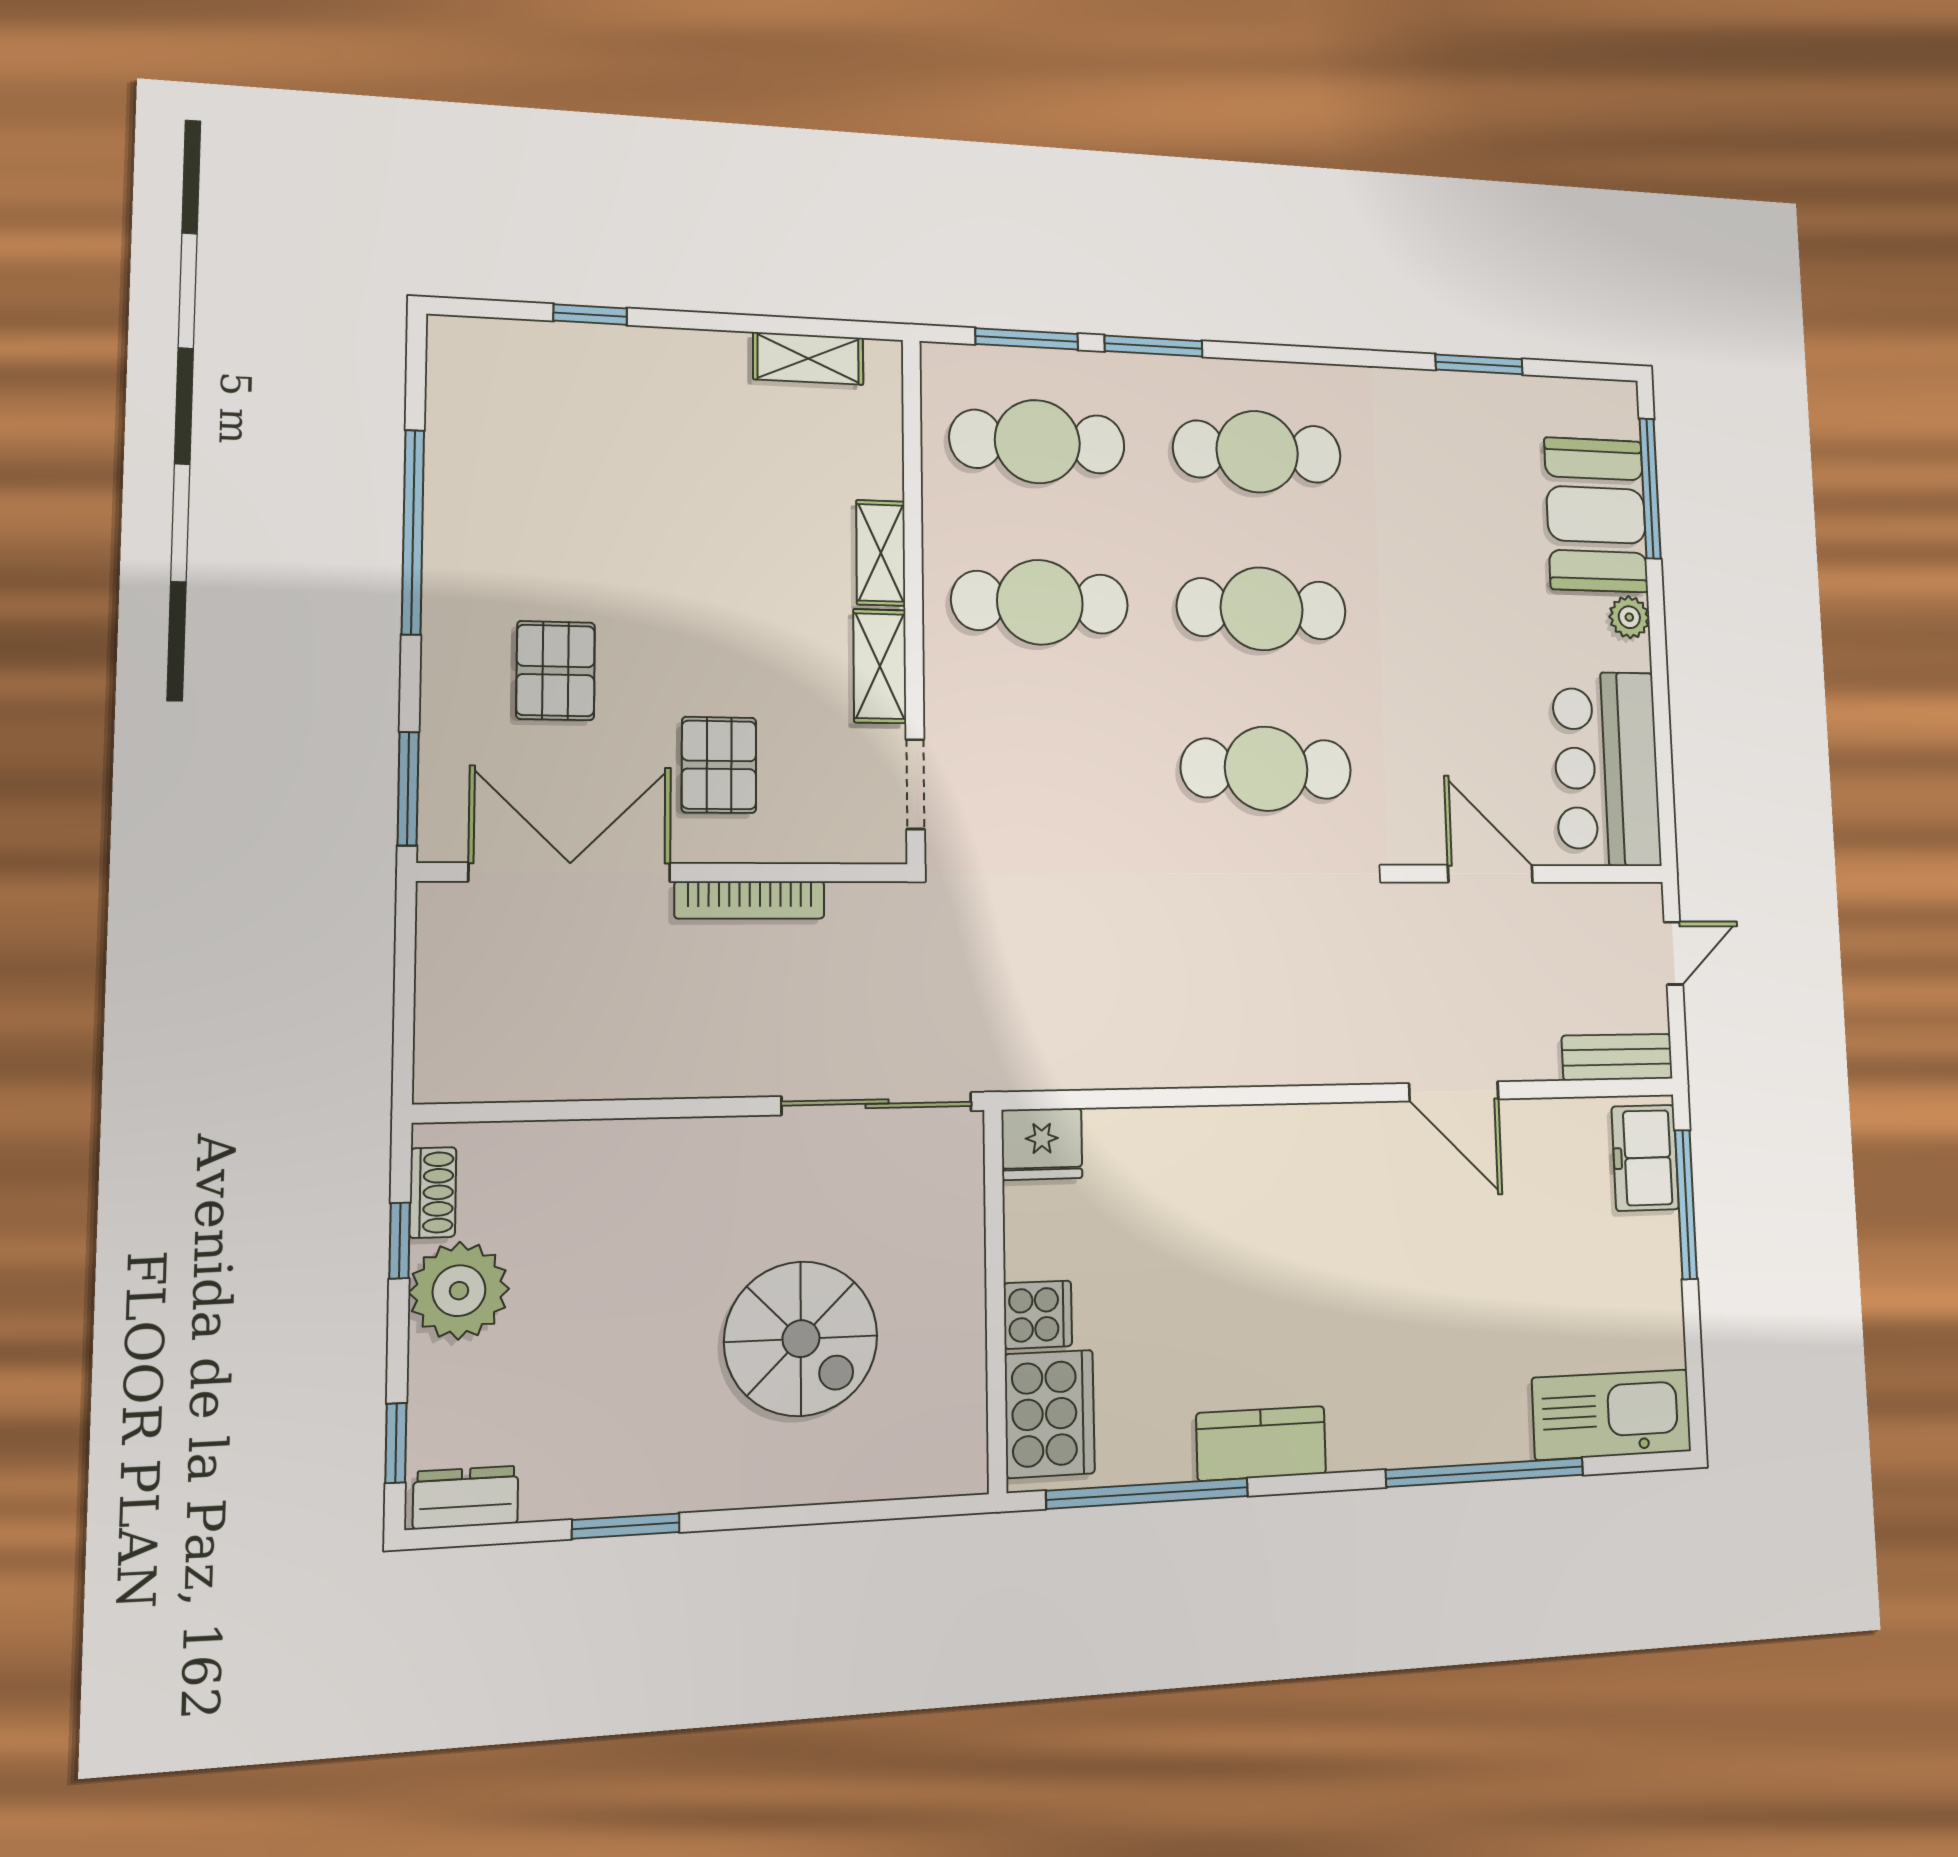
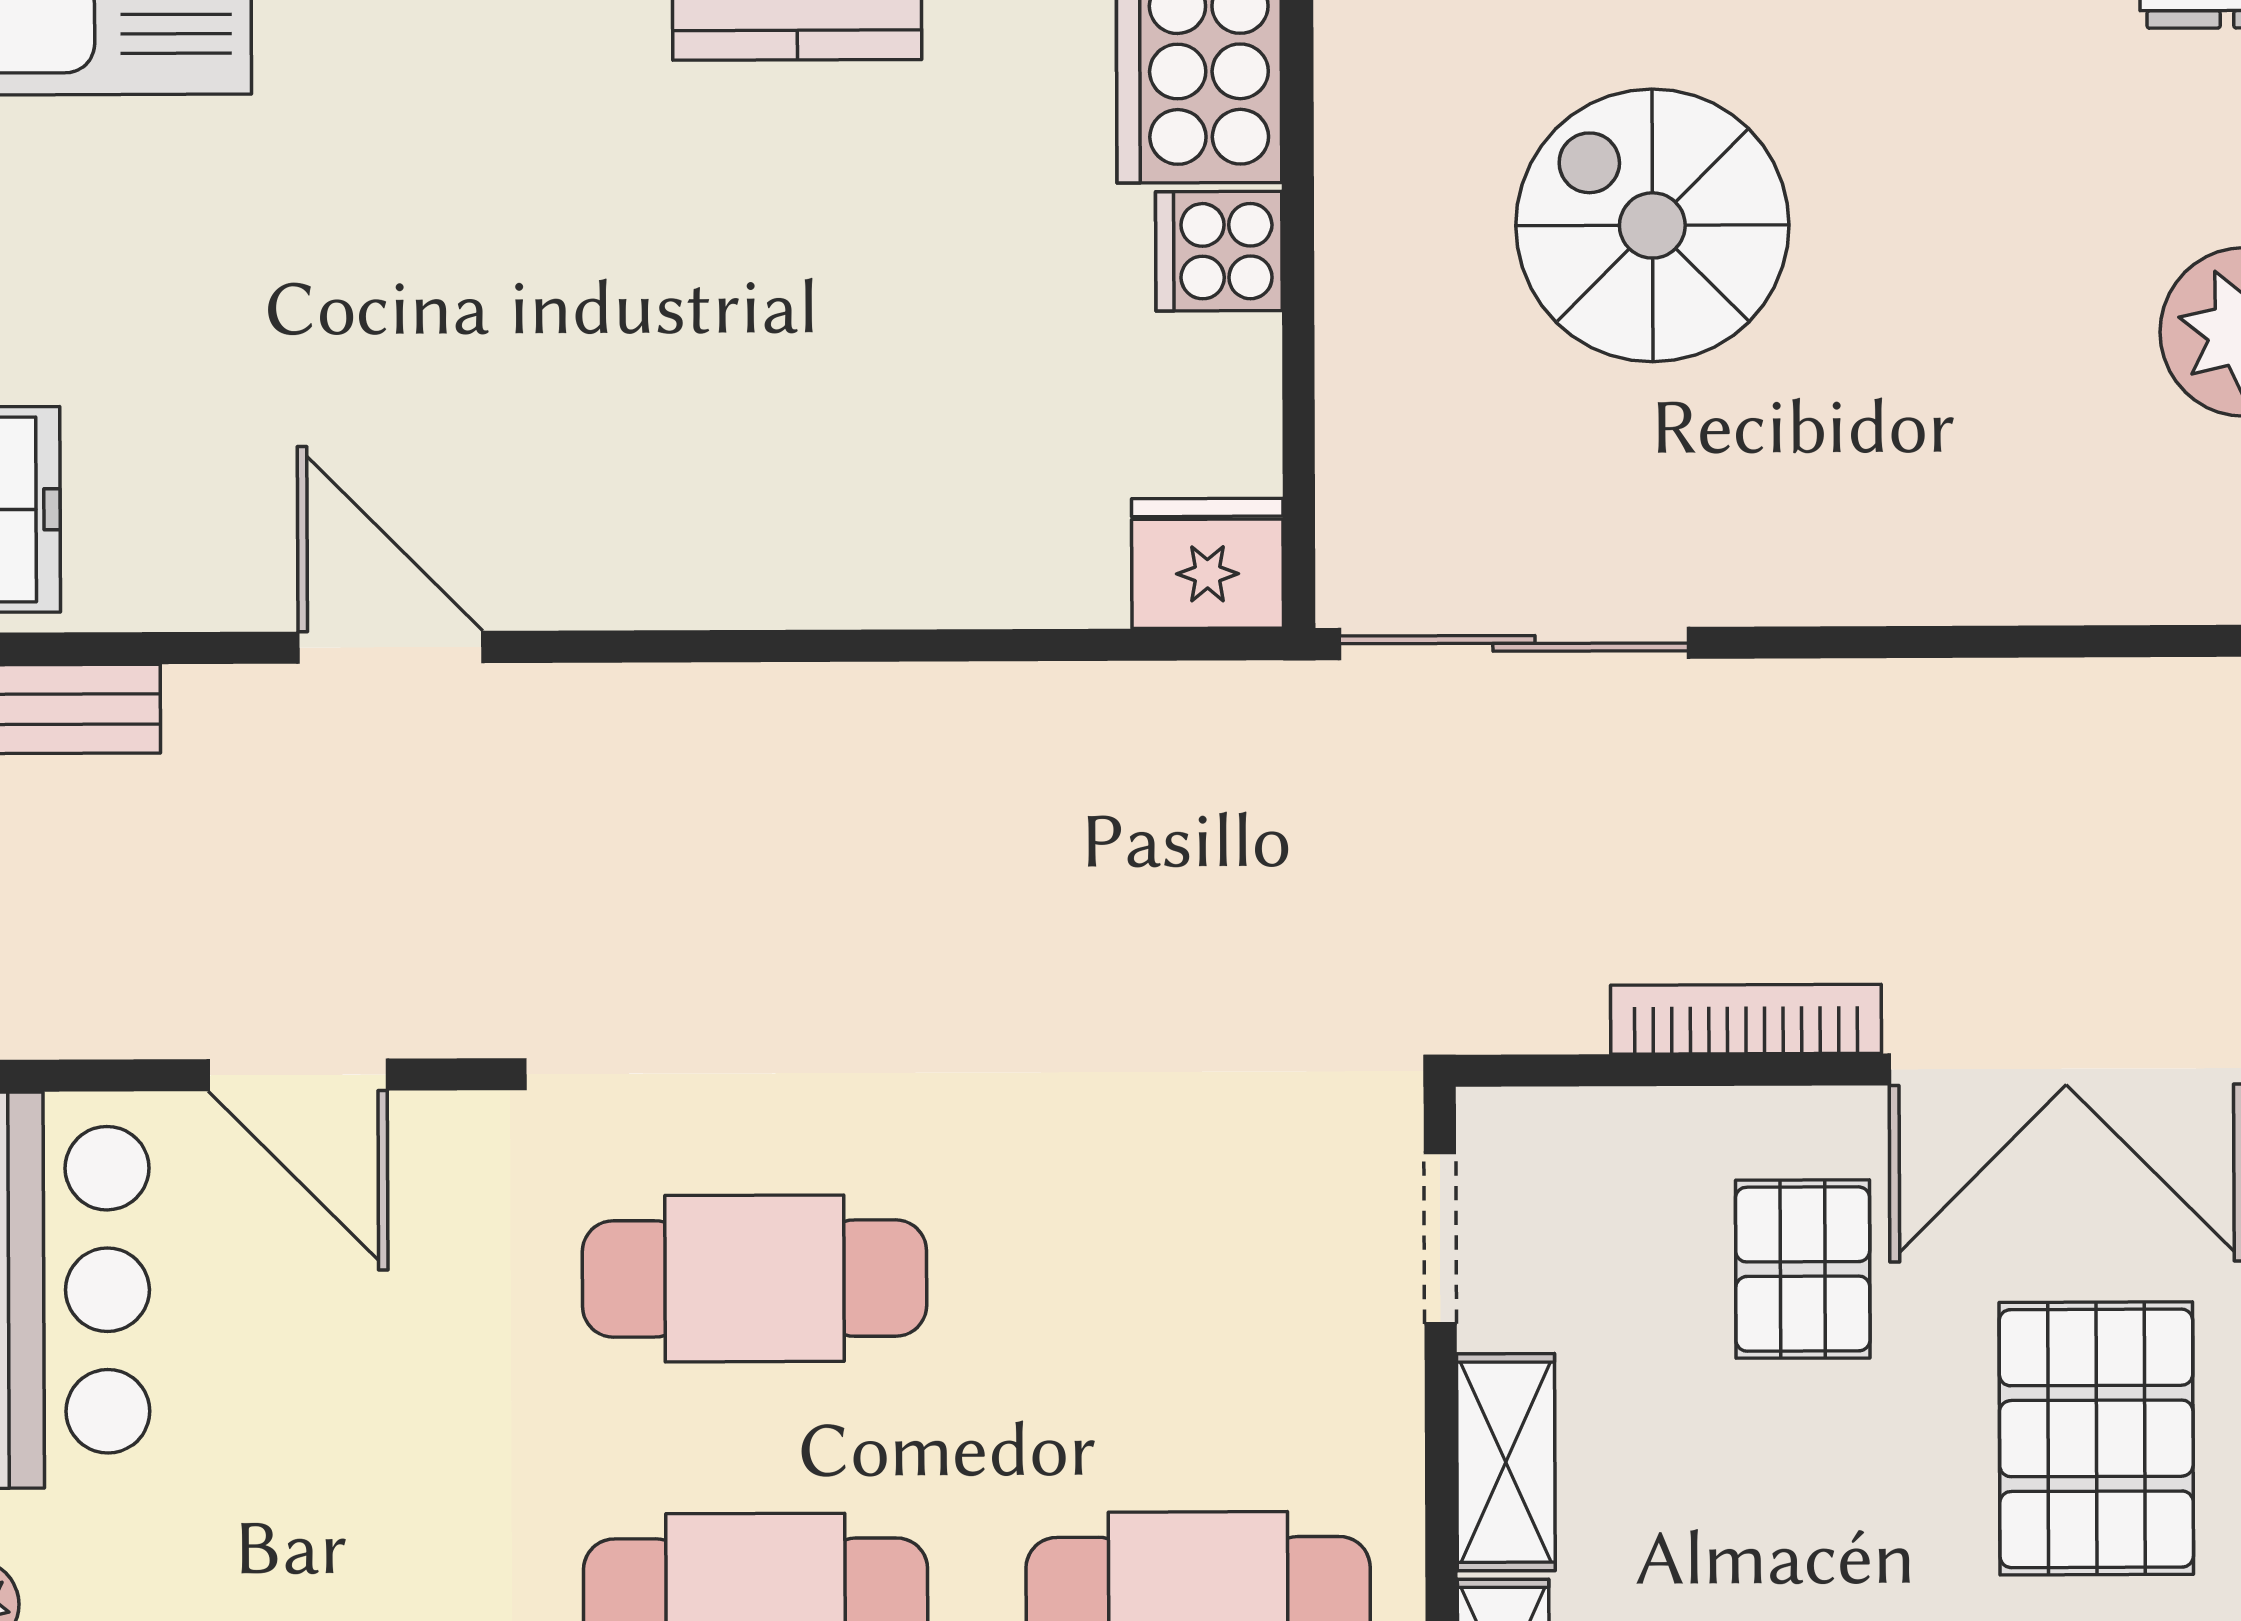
pallet: (556, 671) -> (2096, 1438), width x1.50, depth x1.42

